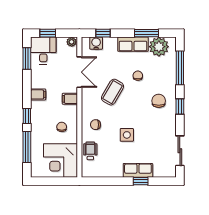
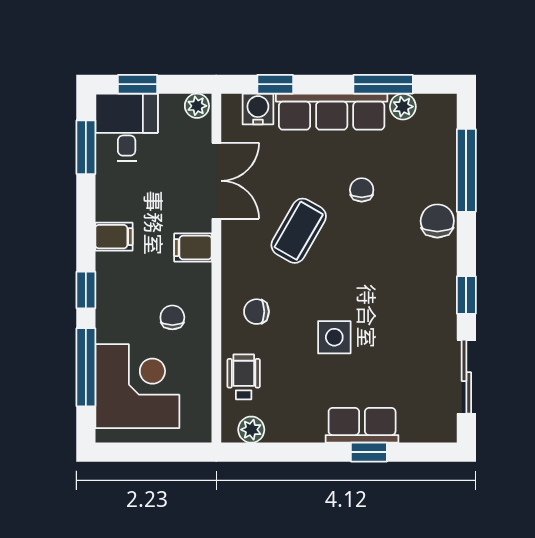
row of seats: (133, 44) -> (332, 112), width x1.48
plant: (159, 47) -> (403, 107), width x0.53, depth x0.53
chair: (159, 101) -> (437, 221), moved
window: (180, 106) -> (466, 295), moved
corner desk: (61, 160) -> (137, 386), moved, turned 180
plant: (93, 172) -> (251, 430), added

